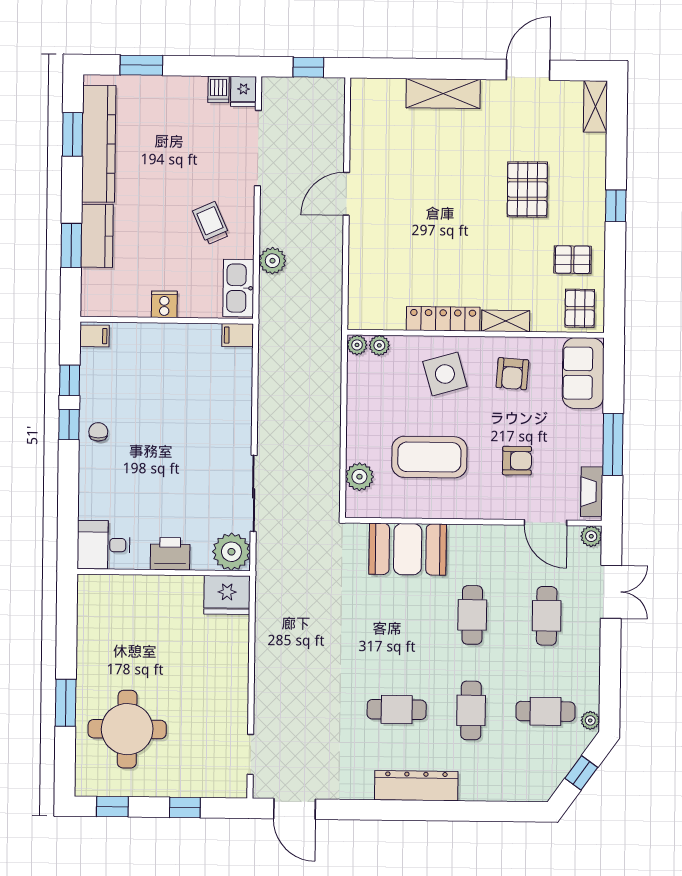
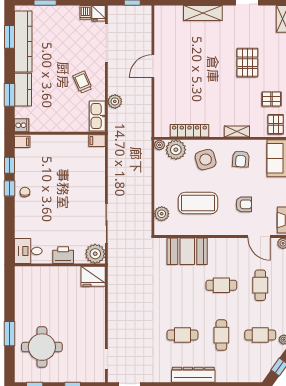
cooker: (164, 304) -> (22, 125), moved, turned 90
locker: (443, 319) -> (189, 131), moved
plant: (379, 345) -> (176, 150), width x1.88, depth x1.88
cafe table: (472, 615) -> (221, 285), turned 90

